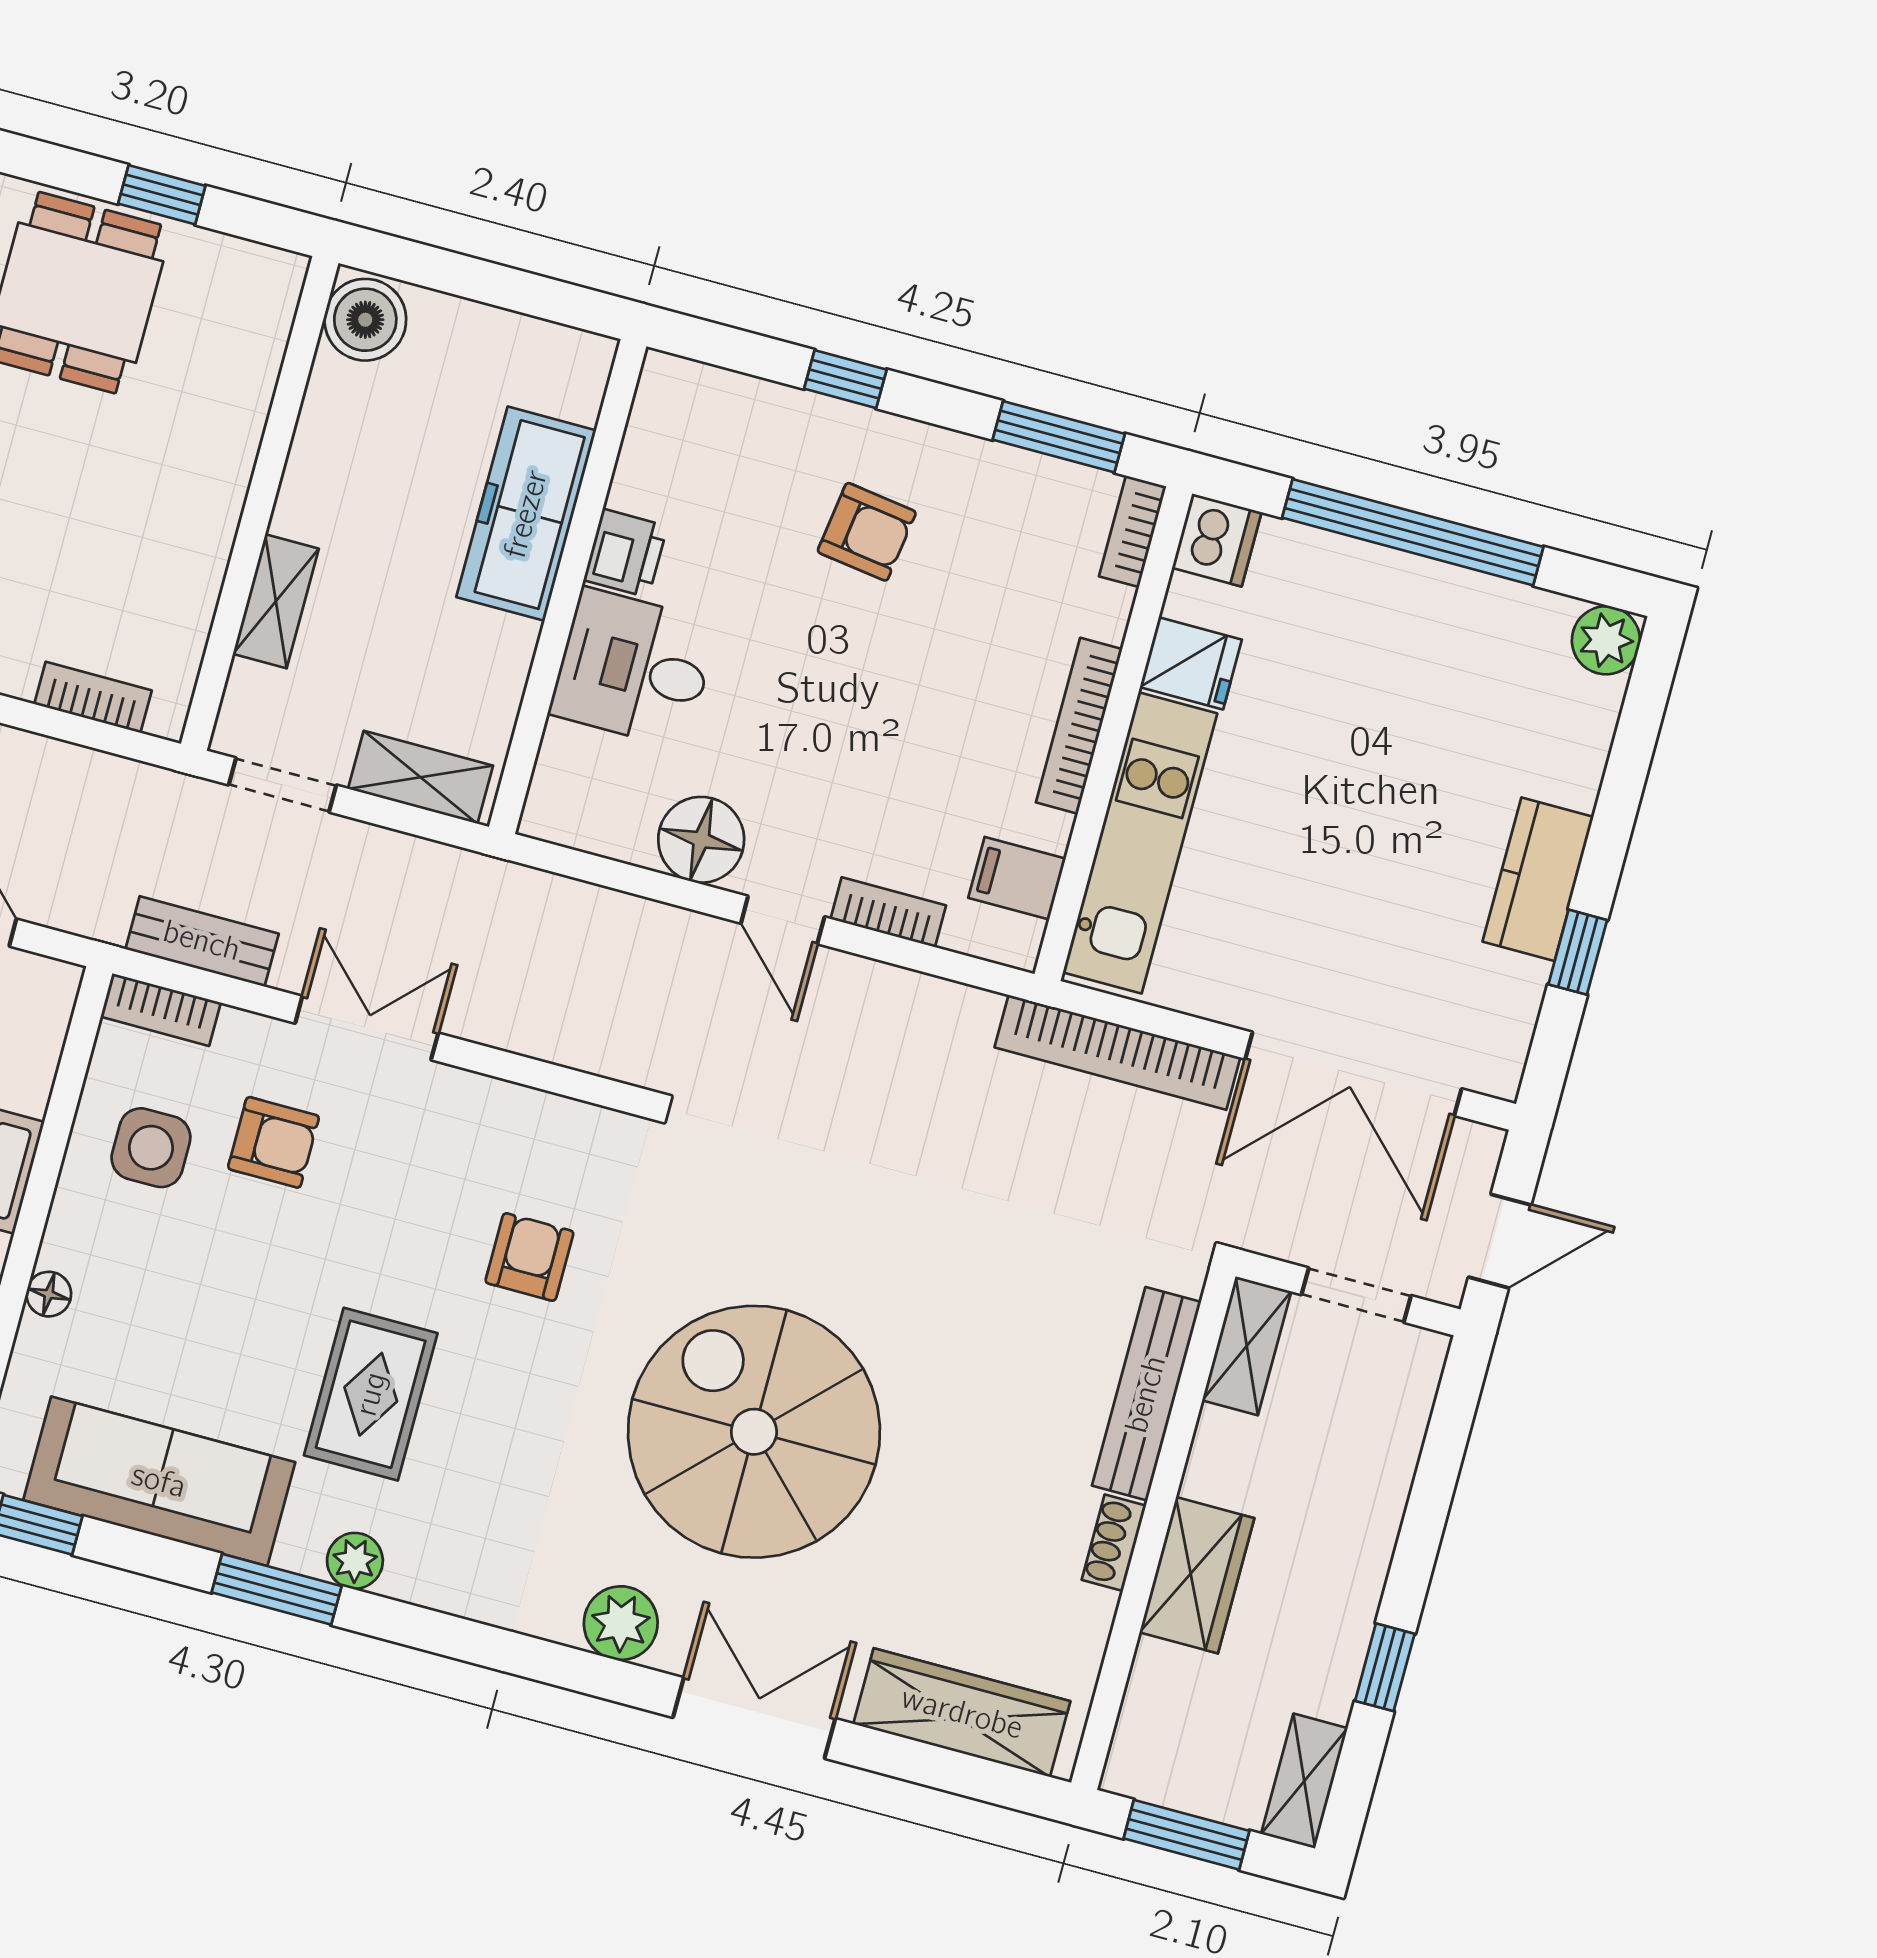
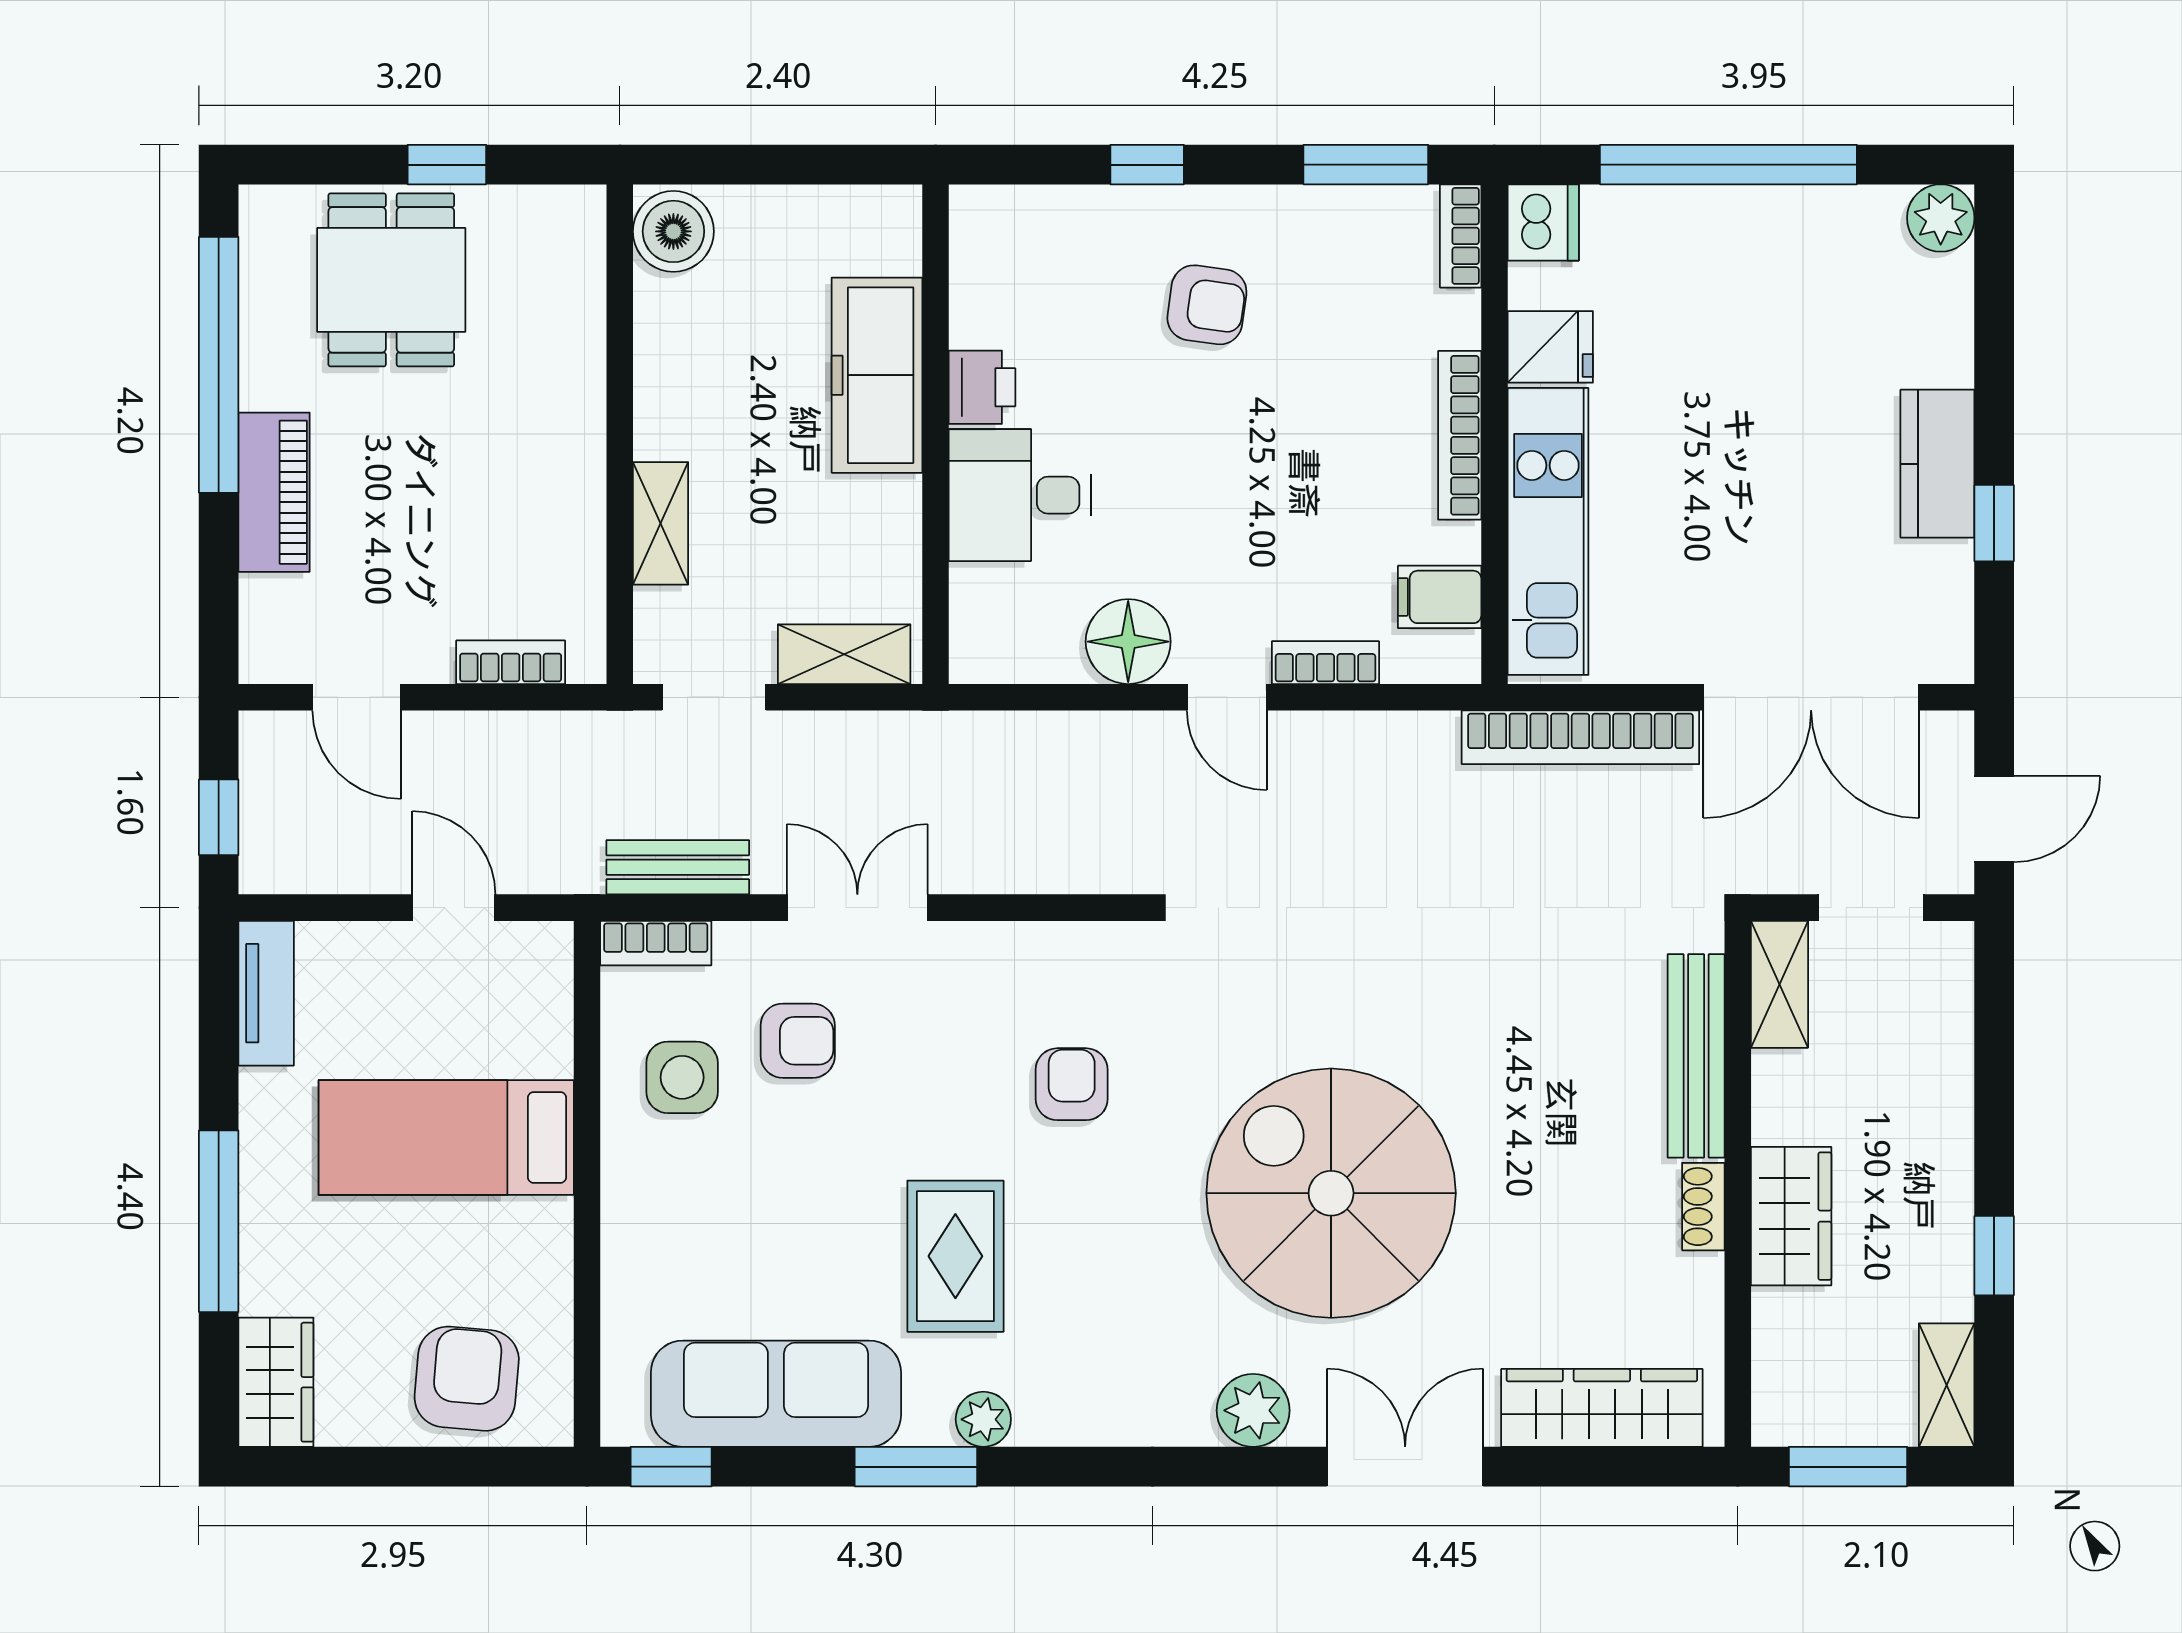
floor lamp: (49, 1294) -> (622, 1244), removed

